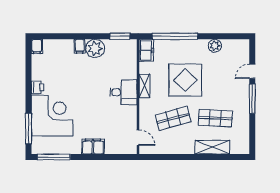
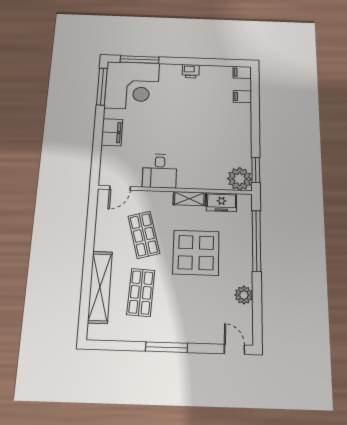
filing cabinet: (80, 46) -> (242, 97), moved
plant: (95, 49) -> (240, 179), moved
freezer: (146, 50) -> (221, 202), moved
door: (252, 71) -> (234, 349), moved
desk: (123, 92) -> (160, 171), moved
corner desk: (52, 116) -> (132, 86), moved
shelving: (212, 147) -> (100, 287), width x1.47

